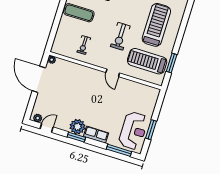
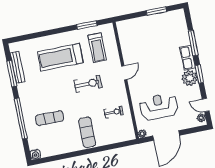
treadmill: (147, 61) -> (97, 48), width x0.73, depth x0.73
reception desk: (133, 131) -> (159, 107), moved
window: (119, 150) -> (193, 43), moved

